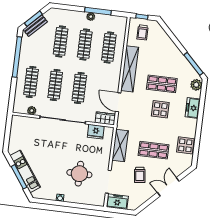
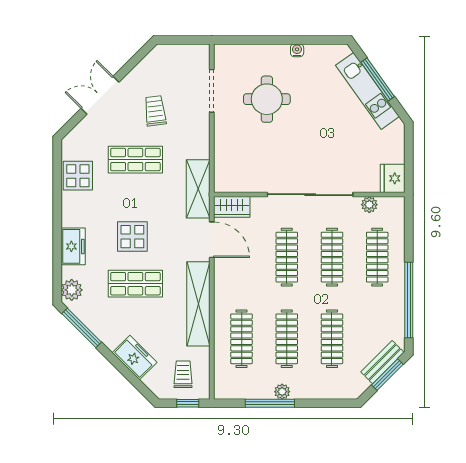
fridge: (96, 132) -> (393, 178), moved, turned -90
shelving: (120, 146) -> (198, 189), moved
double door: (168, 187) -> (100, 95), swing flipped
freezer: (117, 202) -> (135, 358), moved, turned -135

